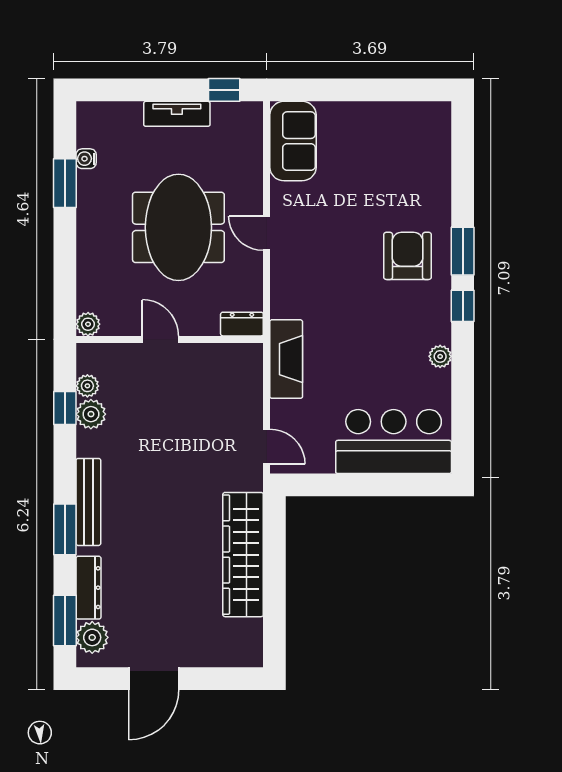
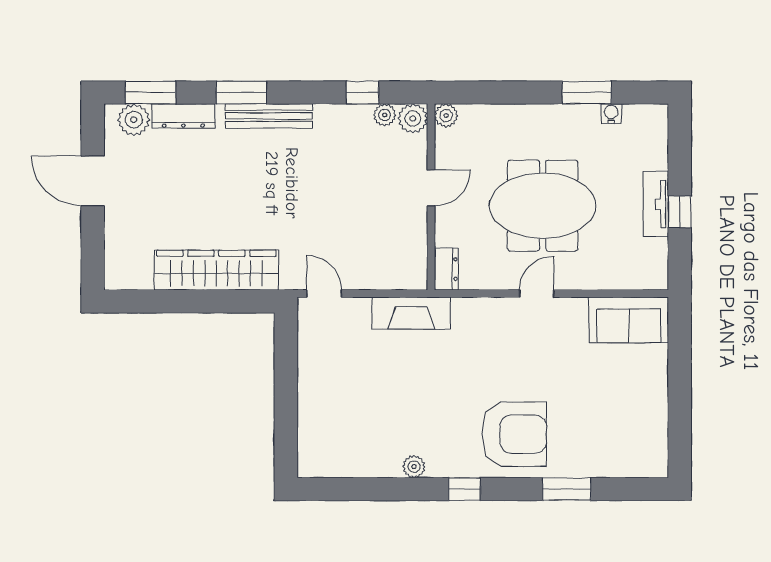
window: (224, 90) -> (680, 212), moved
window: (463, 251) -> (567, 489), moved
armchair: (408, 256) -> (514, 434), width x1.36, depth x1.36
plant: (91, 414) -> (413, 118), moved
bar counter: (394, 442) -> (329, 420), removed
door: (267, 447) -> (324, 294), swing flipped

